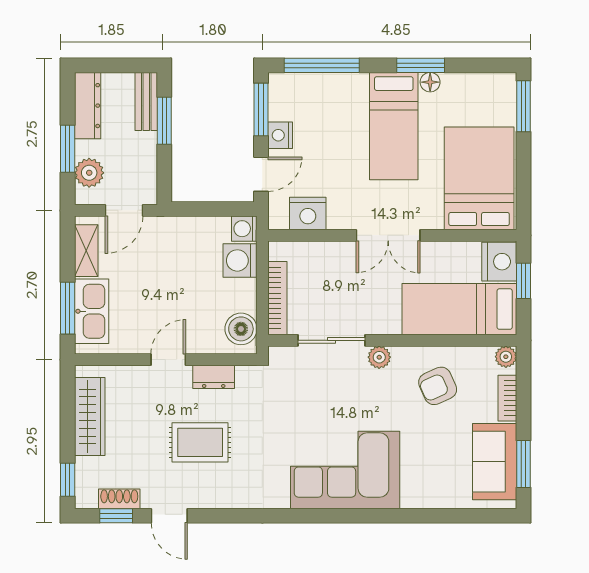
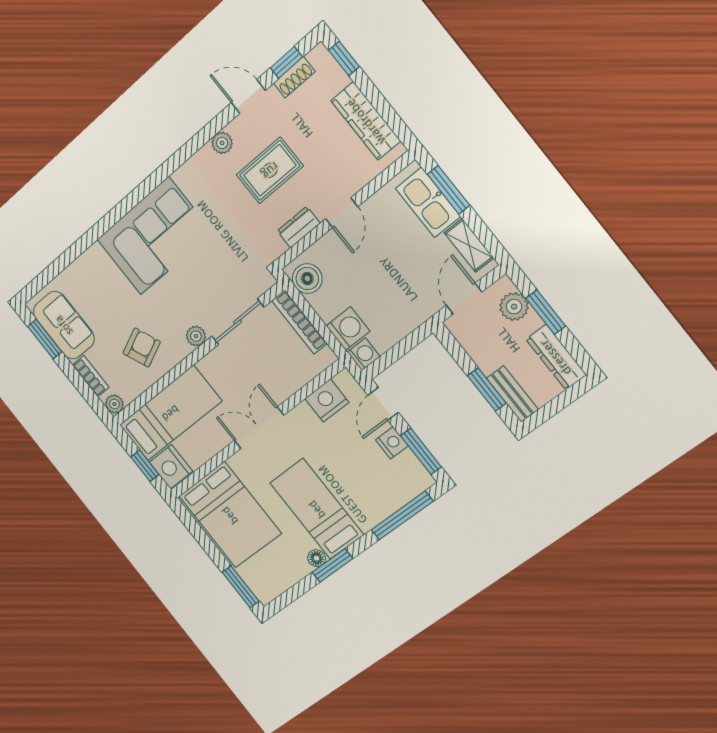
plant: (222, 497) -> (222, 143), added

